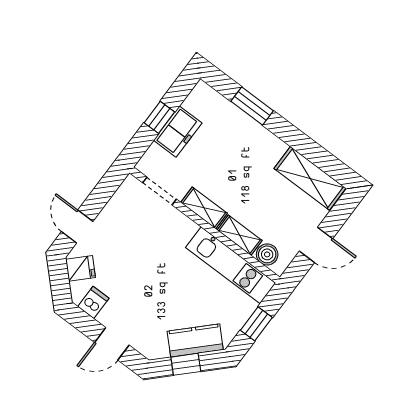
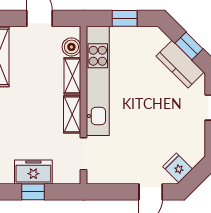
kitchen unit: (231, 265) -> (98, 81), width x1.36
dishwasher: (93, 302) -> (194, 141), removed
kitchen counter: (195, 340) -> (180, 64), moved

